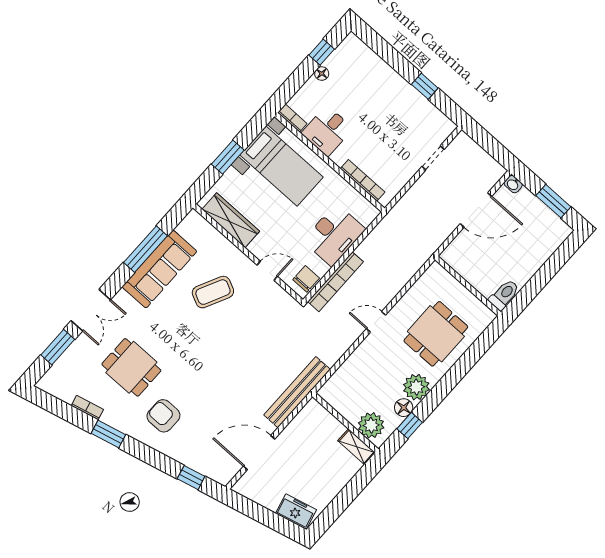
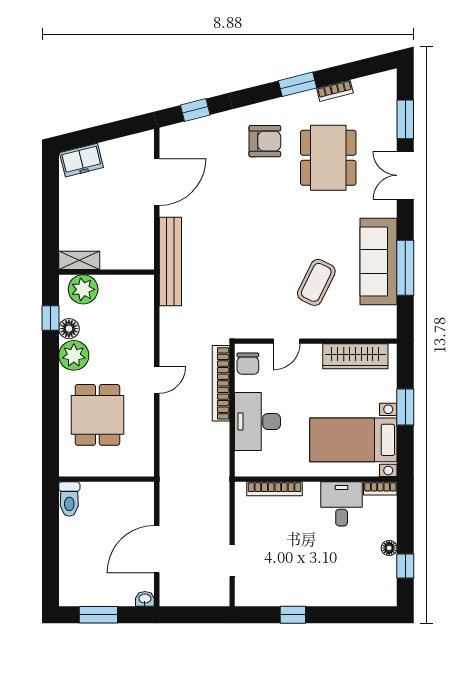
dining table: (131, 367) -> (328, 158), width x1.38

